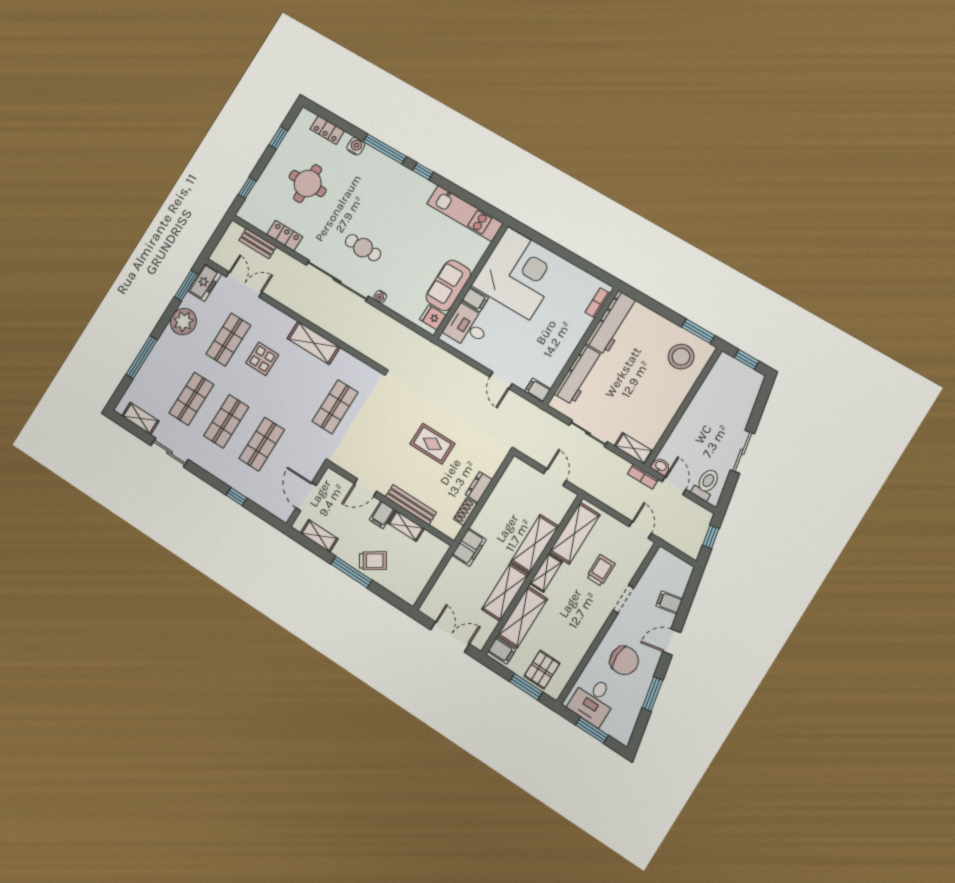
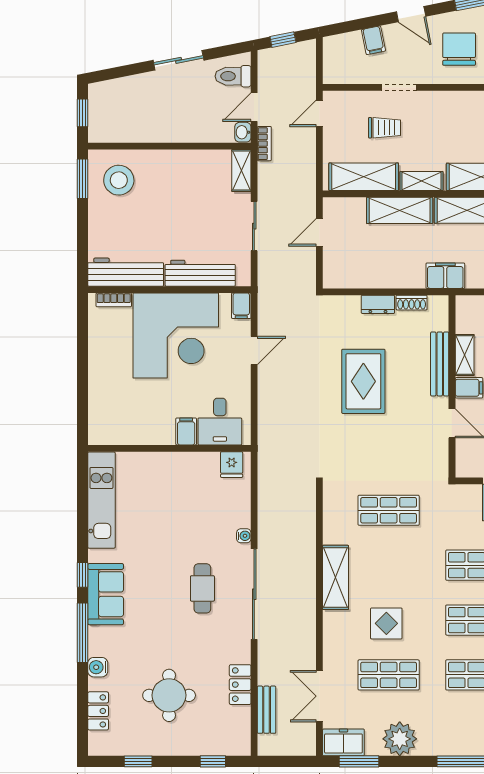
corner desk: (518, 273) -> (176, 336), moved, turned 180
sofa: (448, 285) -> (106, 594), moved, turned -90
rug: (432, 444) -> (363, 381), width x1.36, depth x1.43
trolley: (601, 570) -> (385, 128), turned 180

